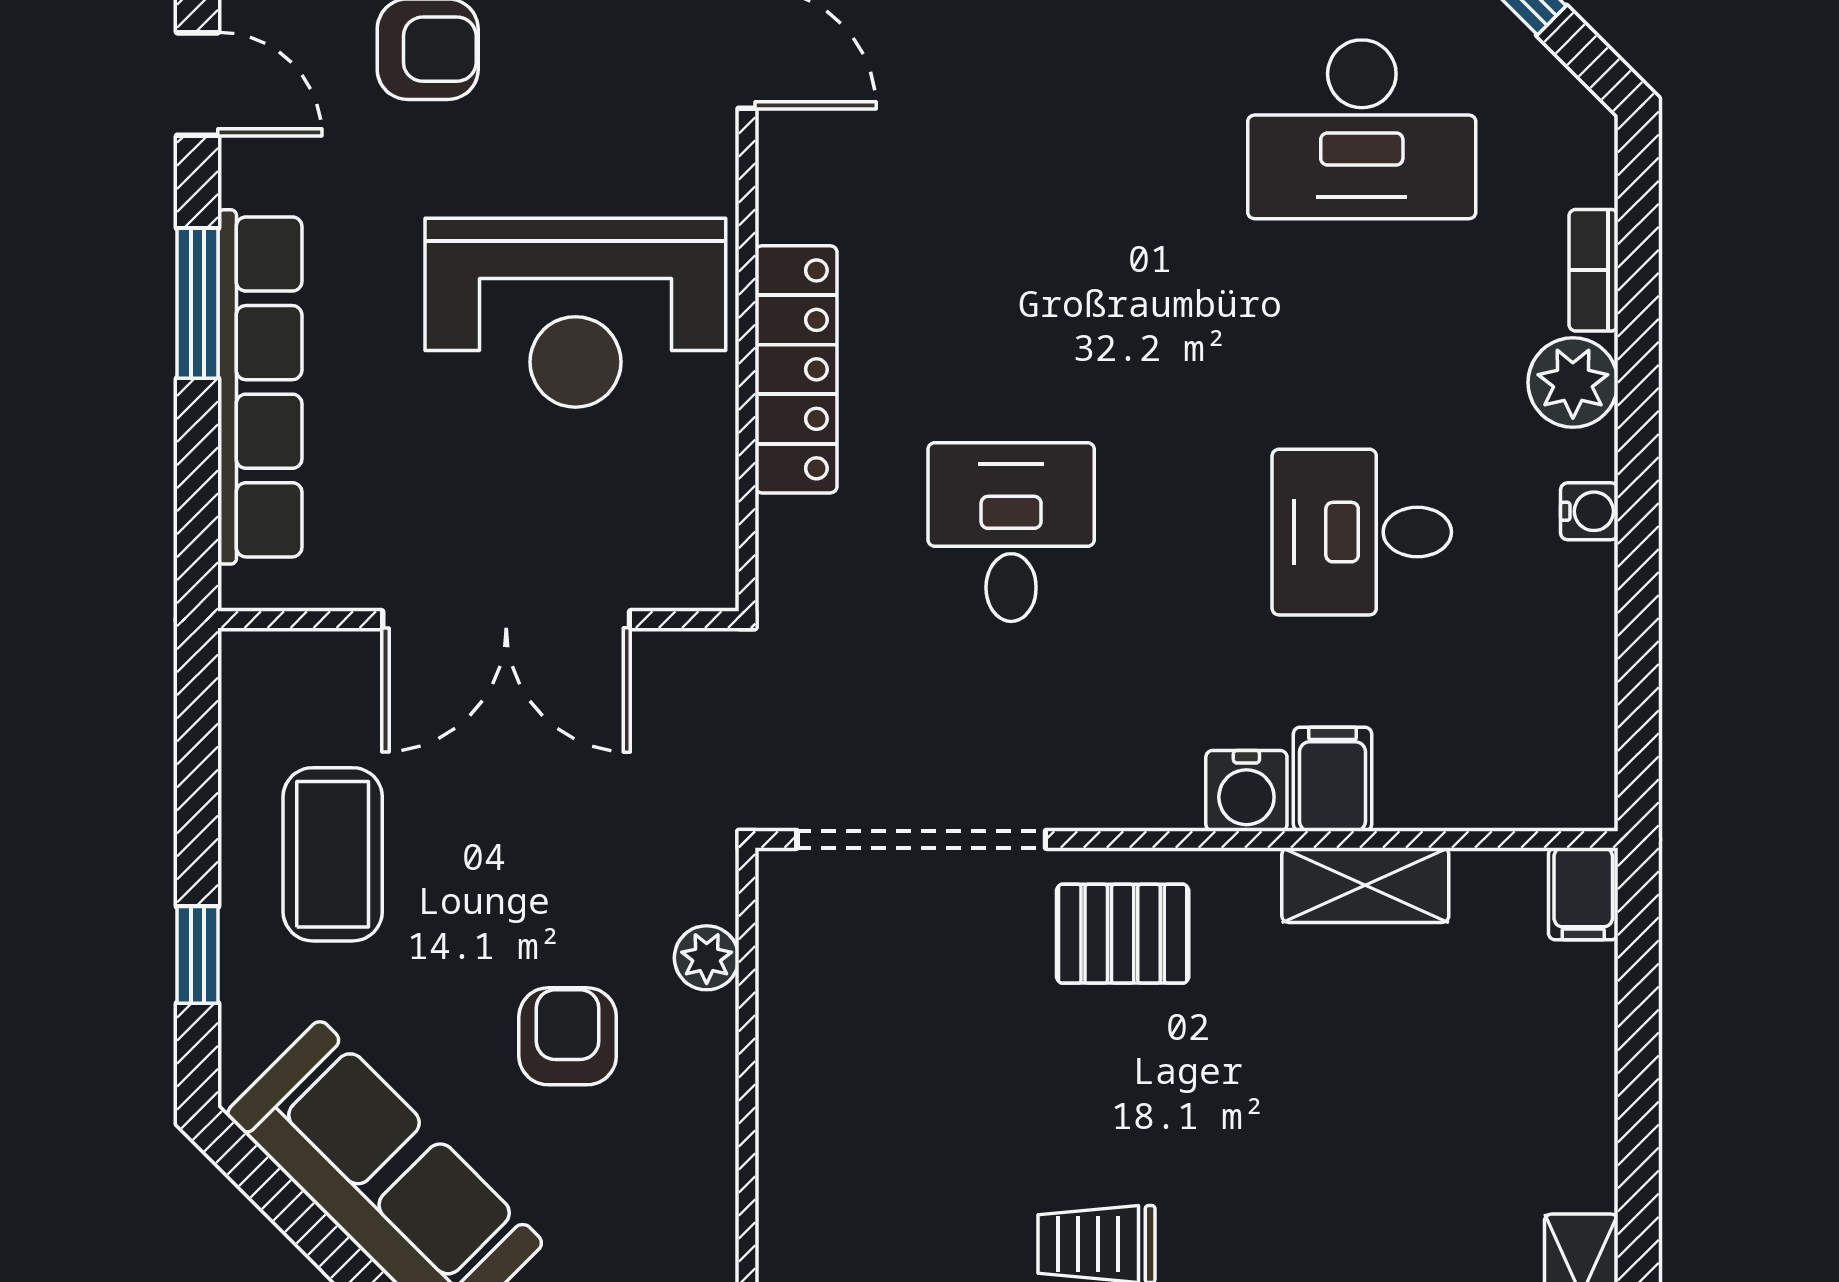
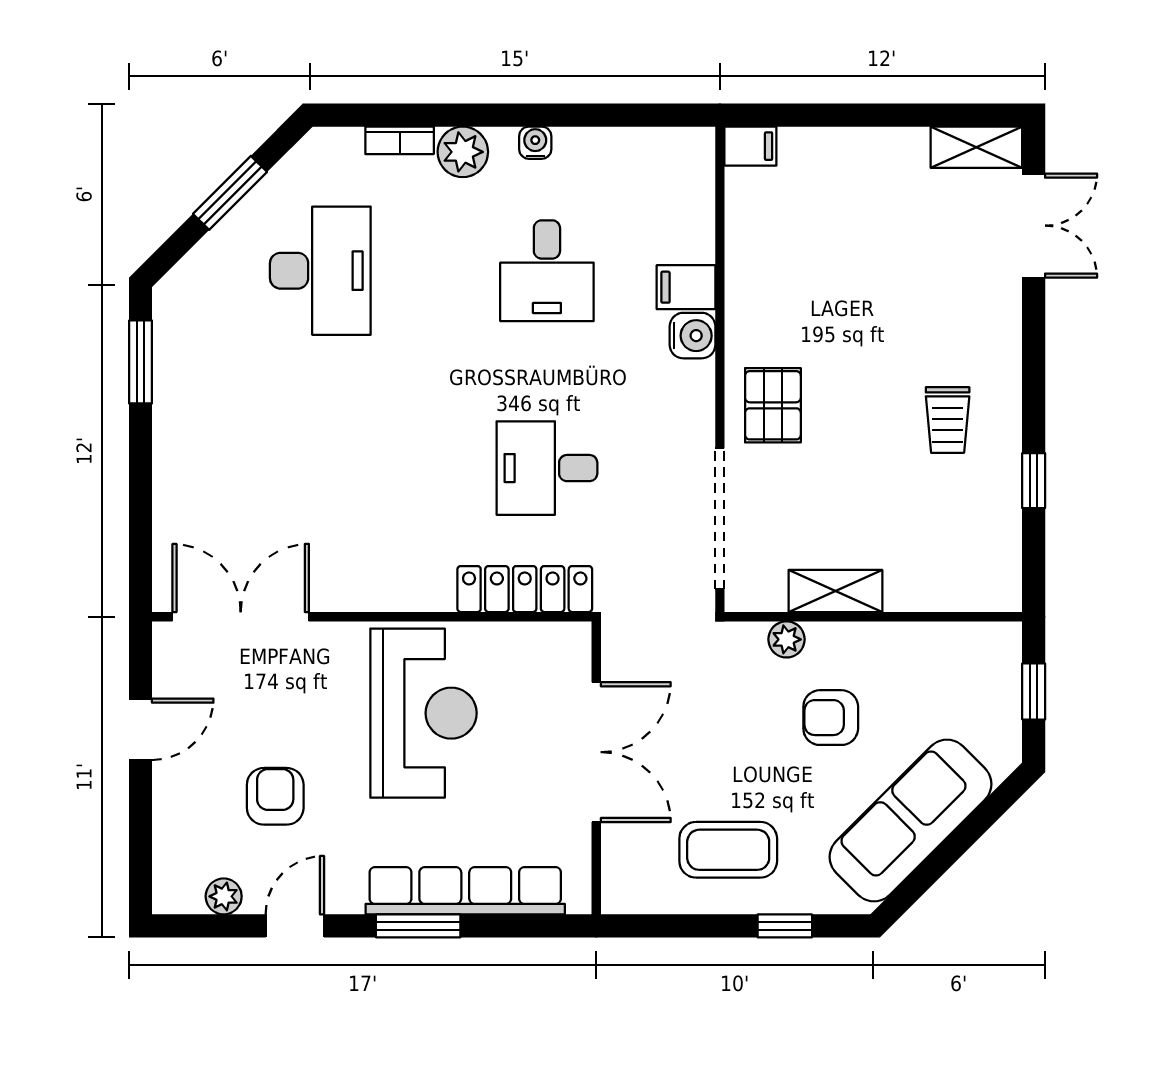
locker: (796, 369) -> (525, 589), moved
shelving: (1365, 885) -> (835, 591), moved, turned 90

